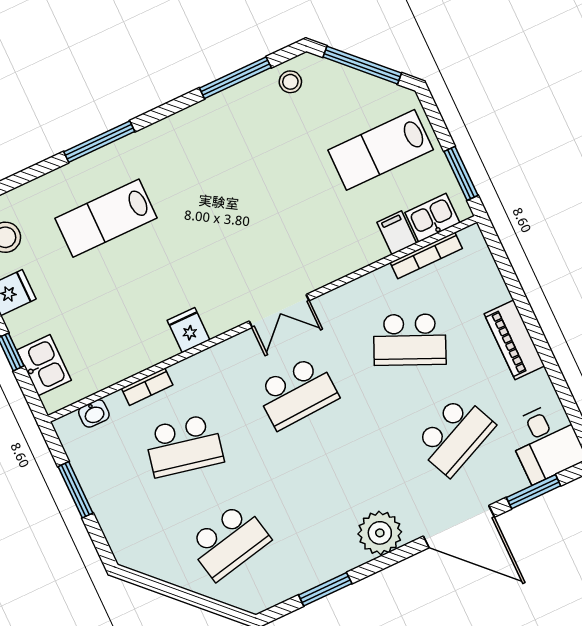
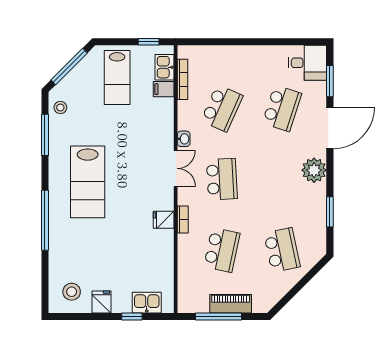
window: (99, 142) -> (45, 220), width x1.46
window: (461, 173) -> (149, 42), width x0.67
lab bench: (106, 218) -> (88, 182), moved, width x1.36, depth x1.39
piano: (514, 340) -> (231, 304), moved, turned 180
bookcase: (147, 387) -> (183, 219), moved
washbasin: (94, 413) -> (184, 139), moved
school desk: (455, 435) -> (282, 108), turned 42
window: (75, 490) -> (218, 316), width x1.44

